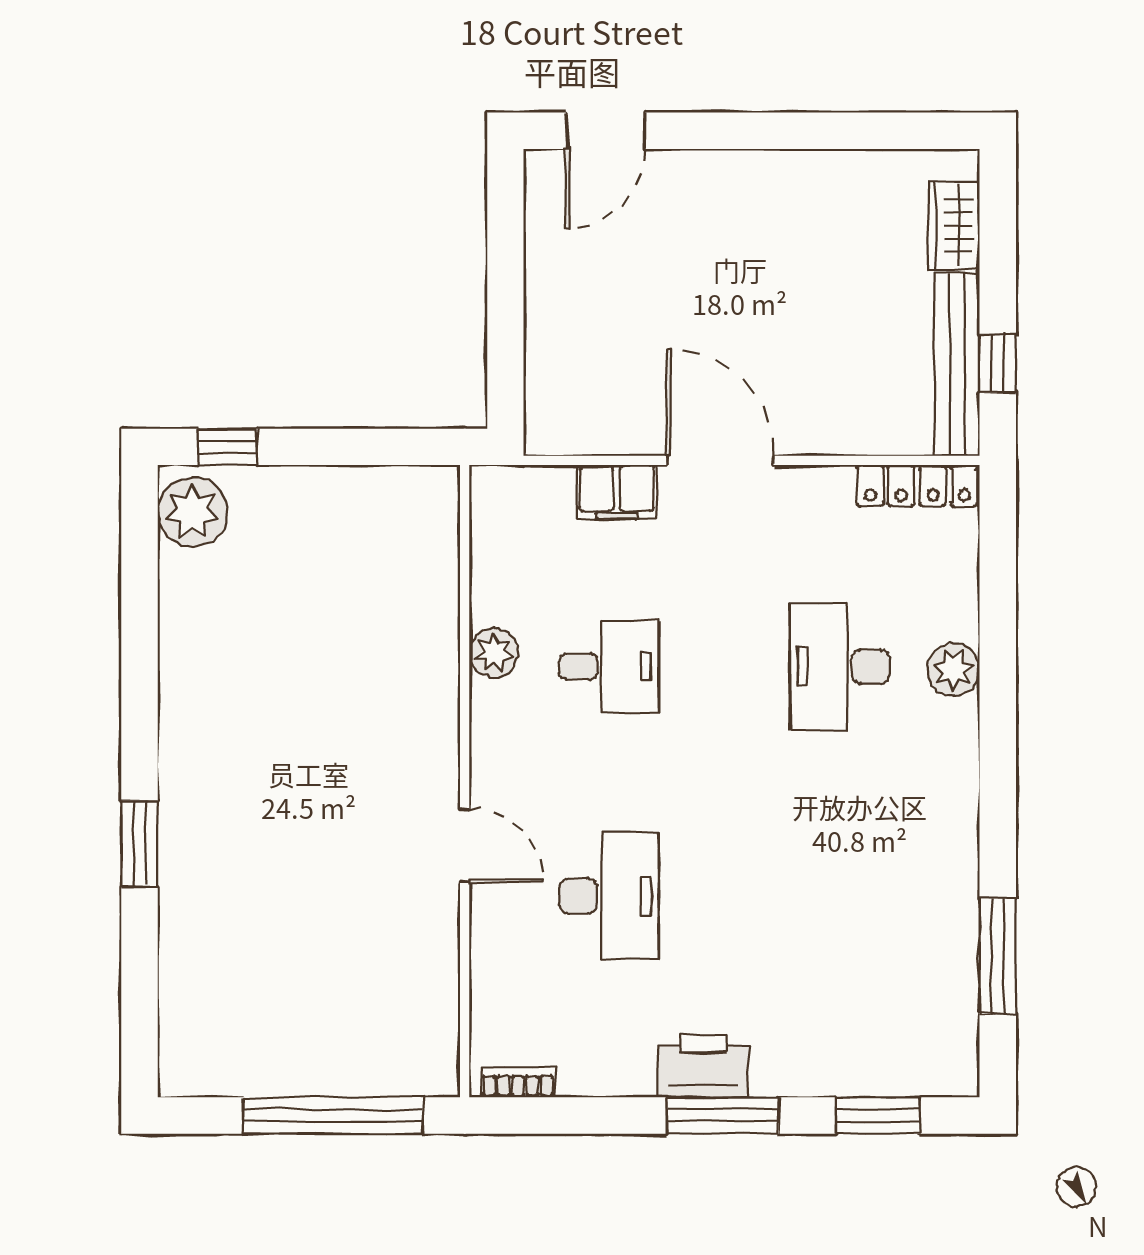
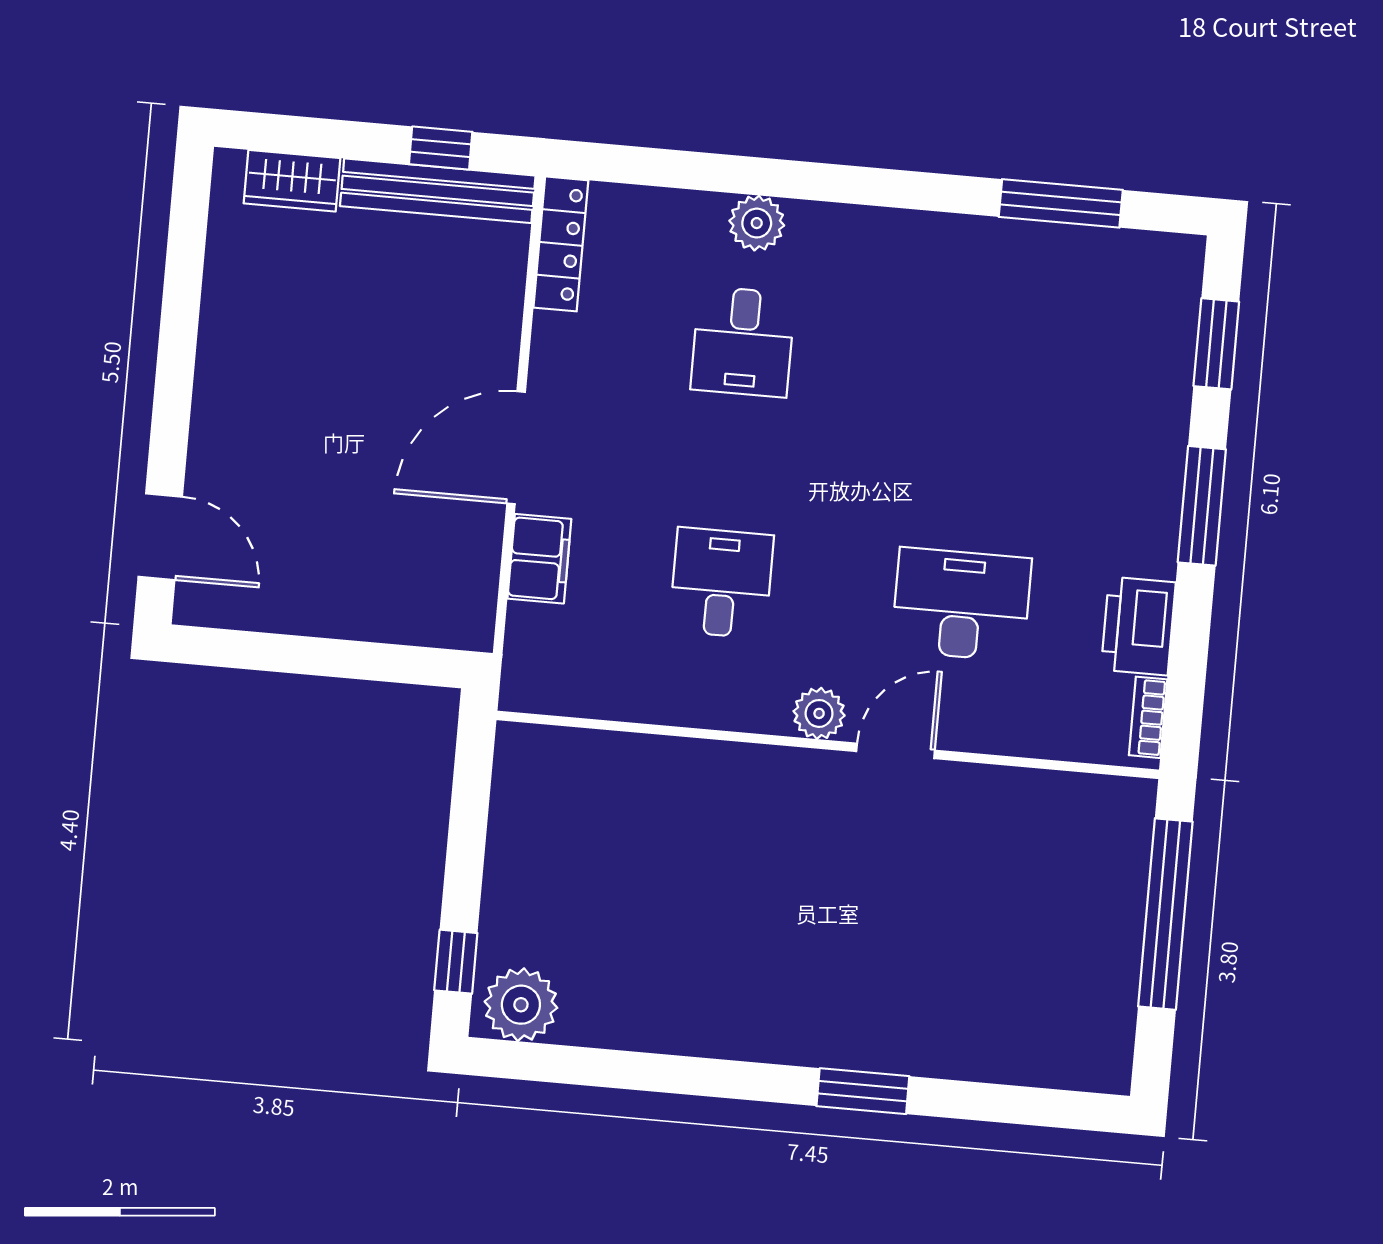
plant: (494, 653) -> (819, 713), moved
desk: (840, 667) -> (743, 342), width x0.73
printer: (704, 1065) -> (1138, 626), moved

